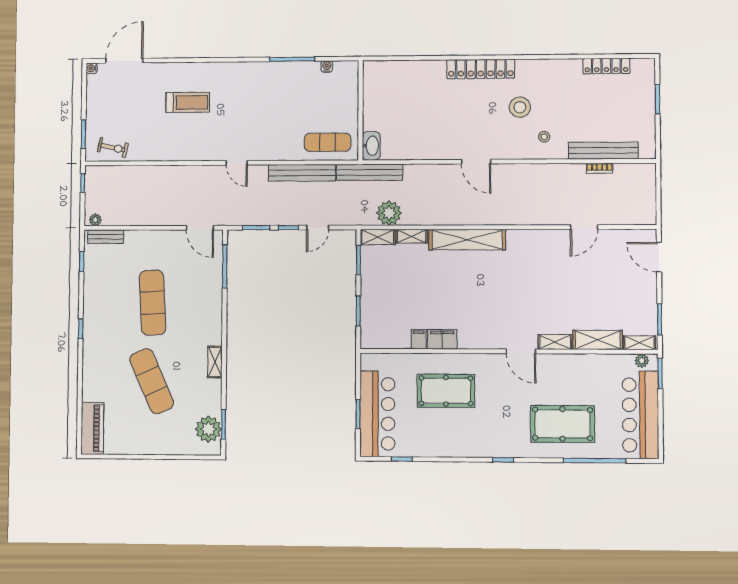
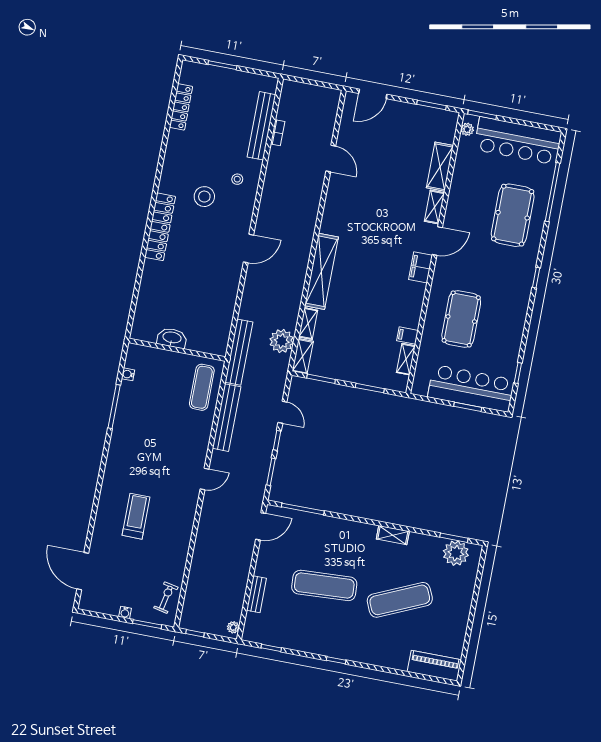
water cooler: (92, 68) -> (125, 612), moved
washbasin: (371, 146) -> (172, 338), moved
bench: (106, 237) -> (256, 594), moved
filing cabinet: (442, 339) -> (421, 267), moved
shelving: (640, 343) -> (406, 359), moved

